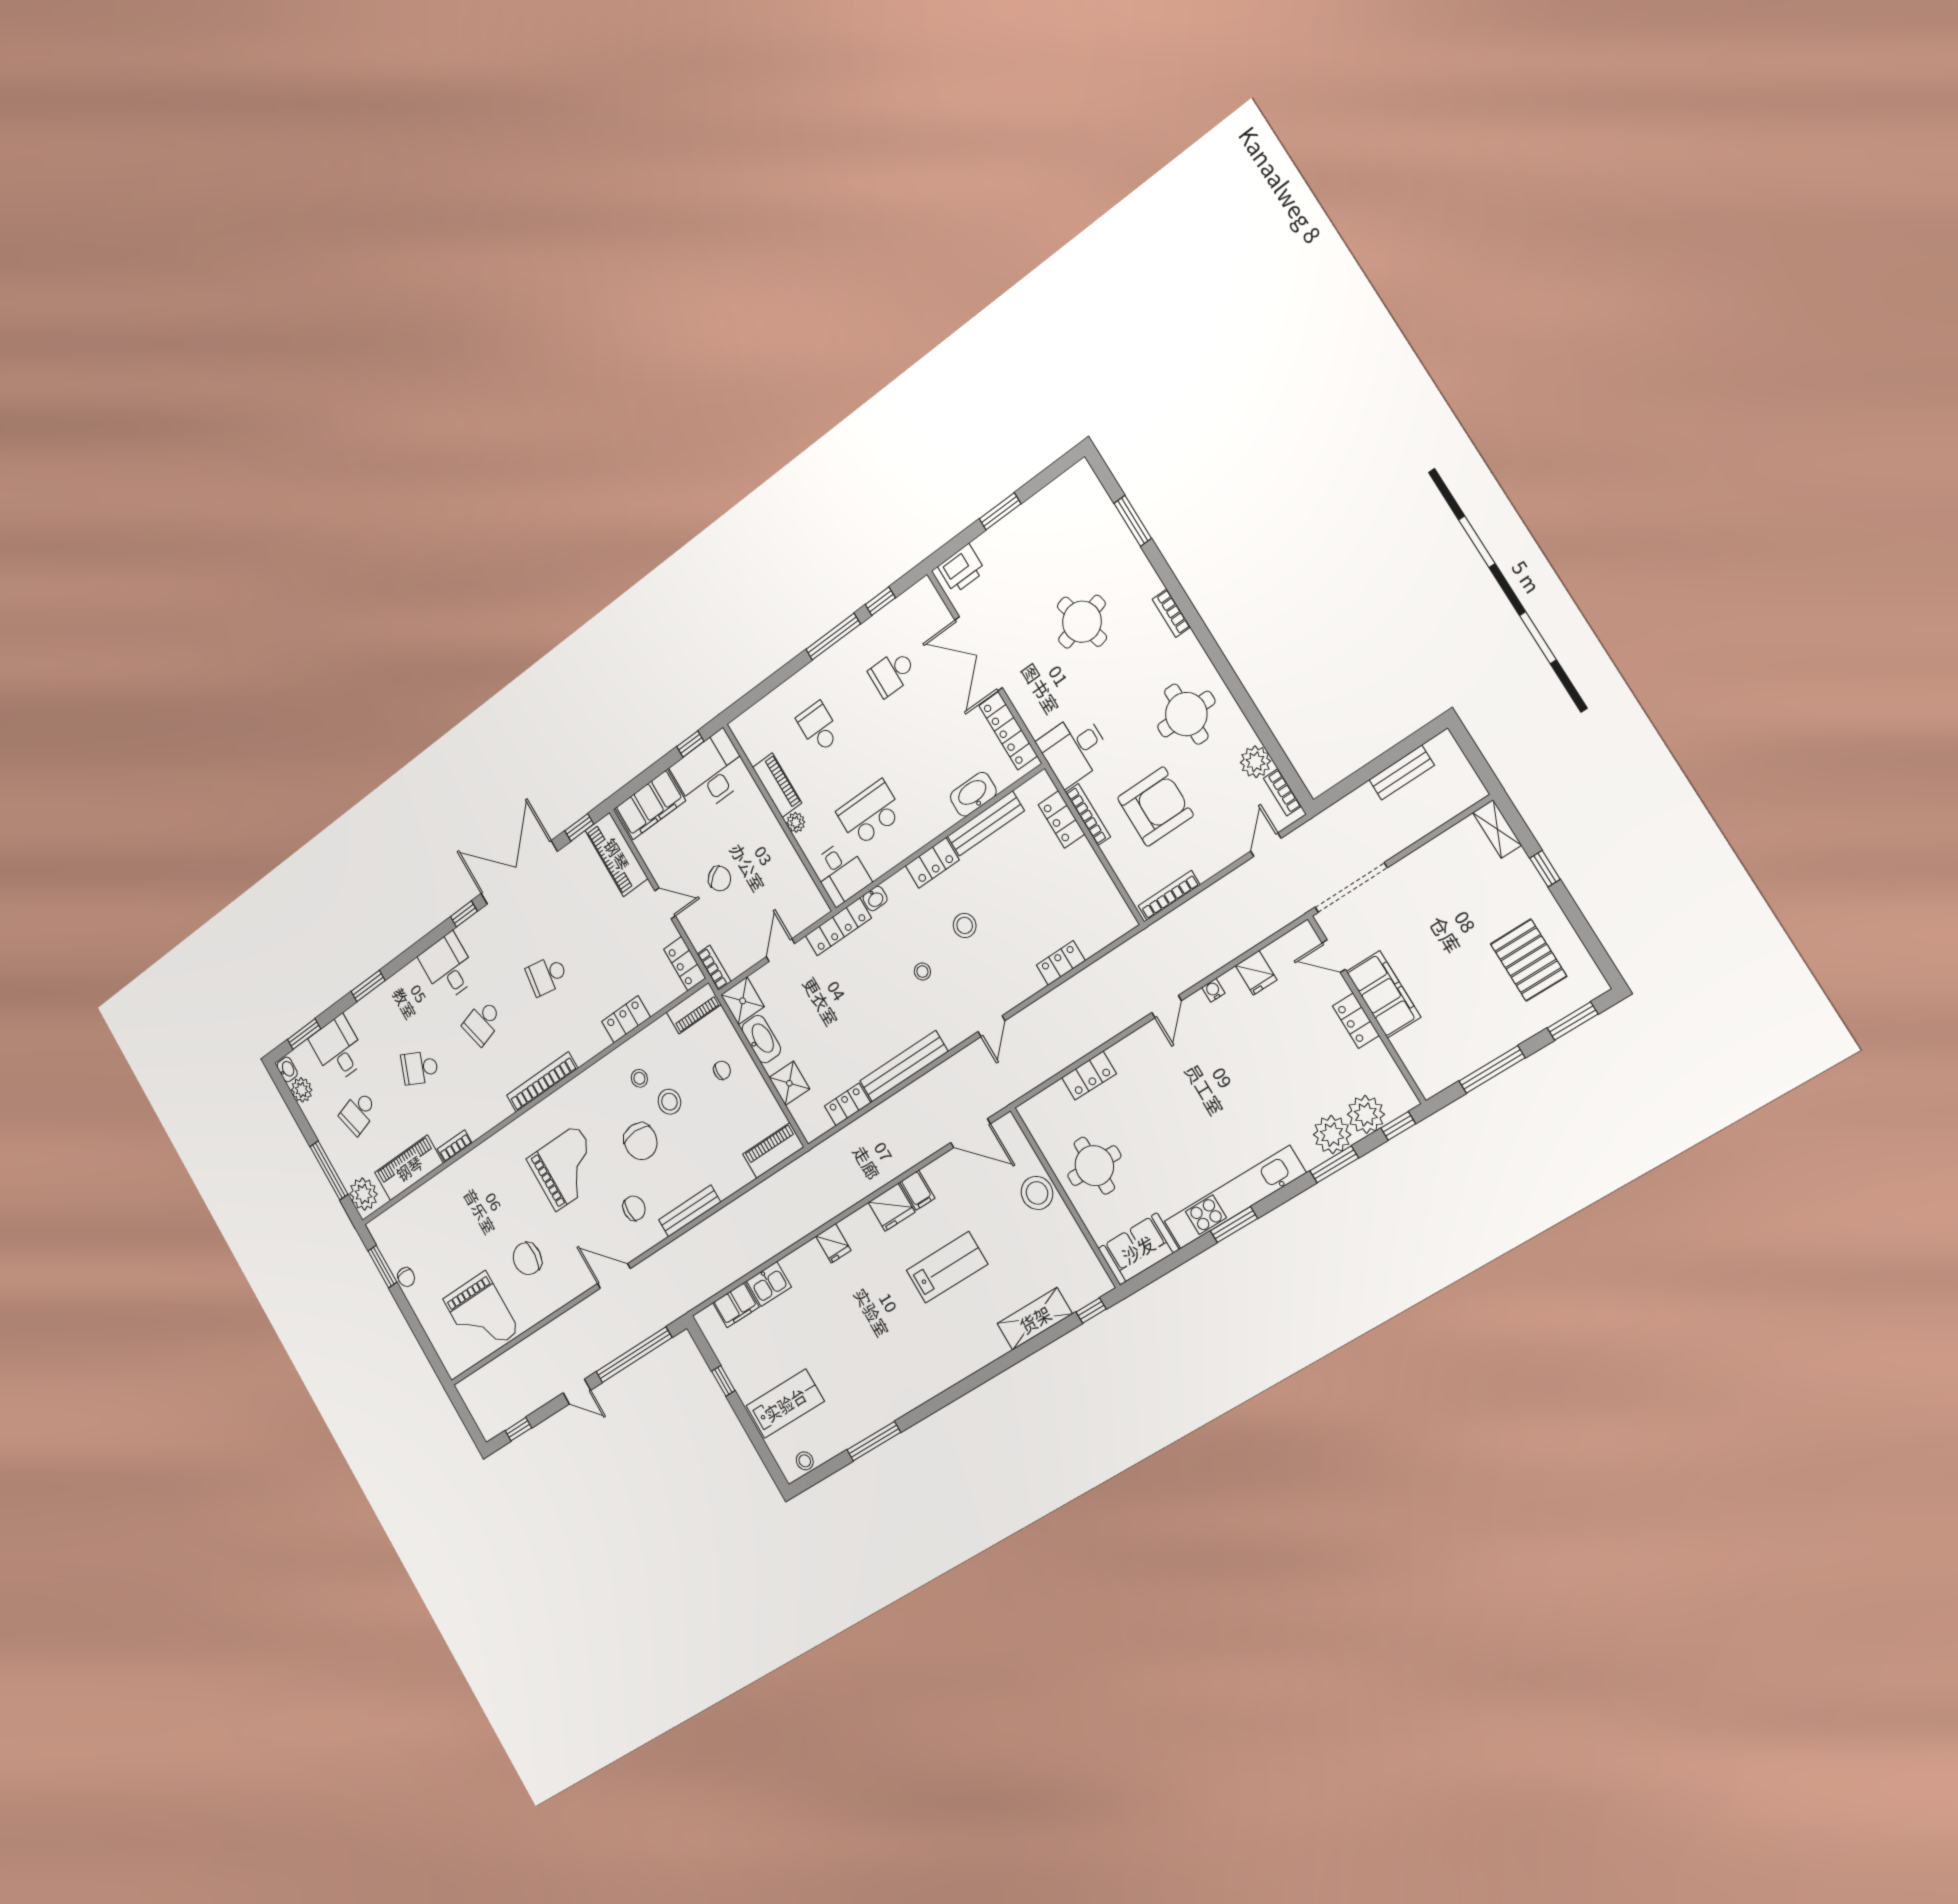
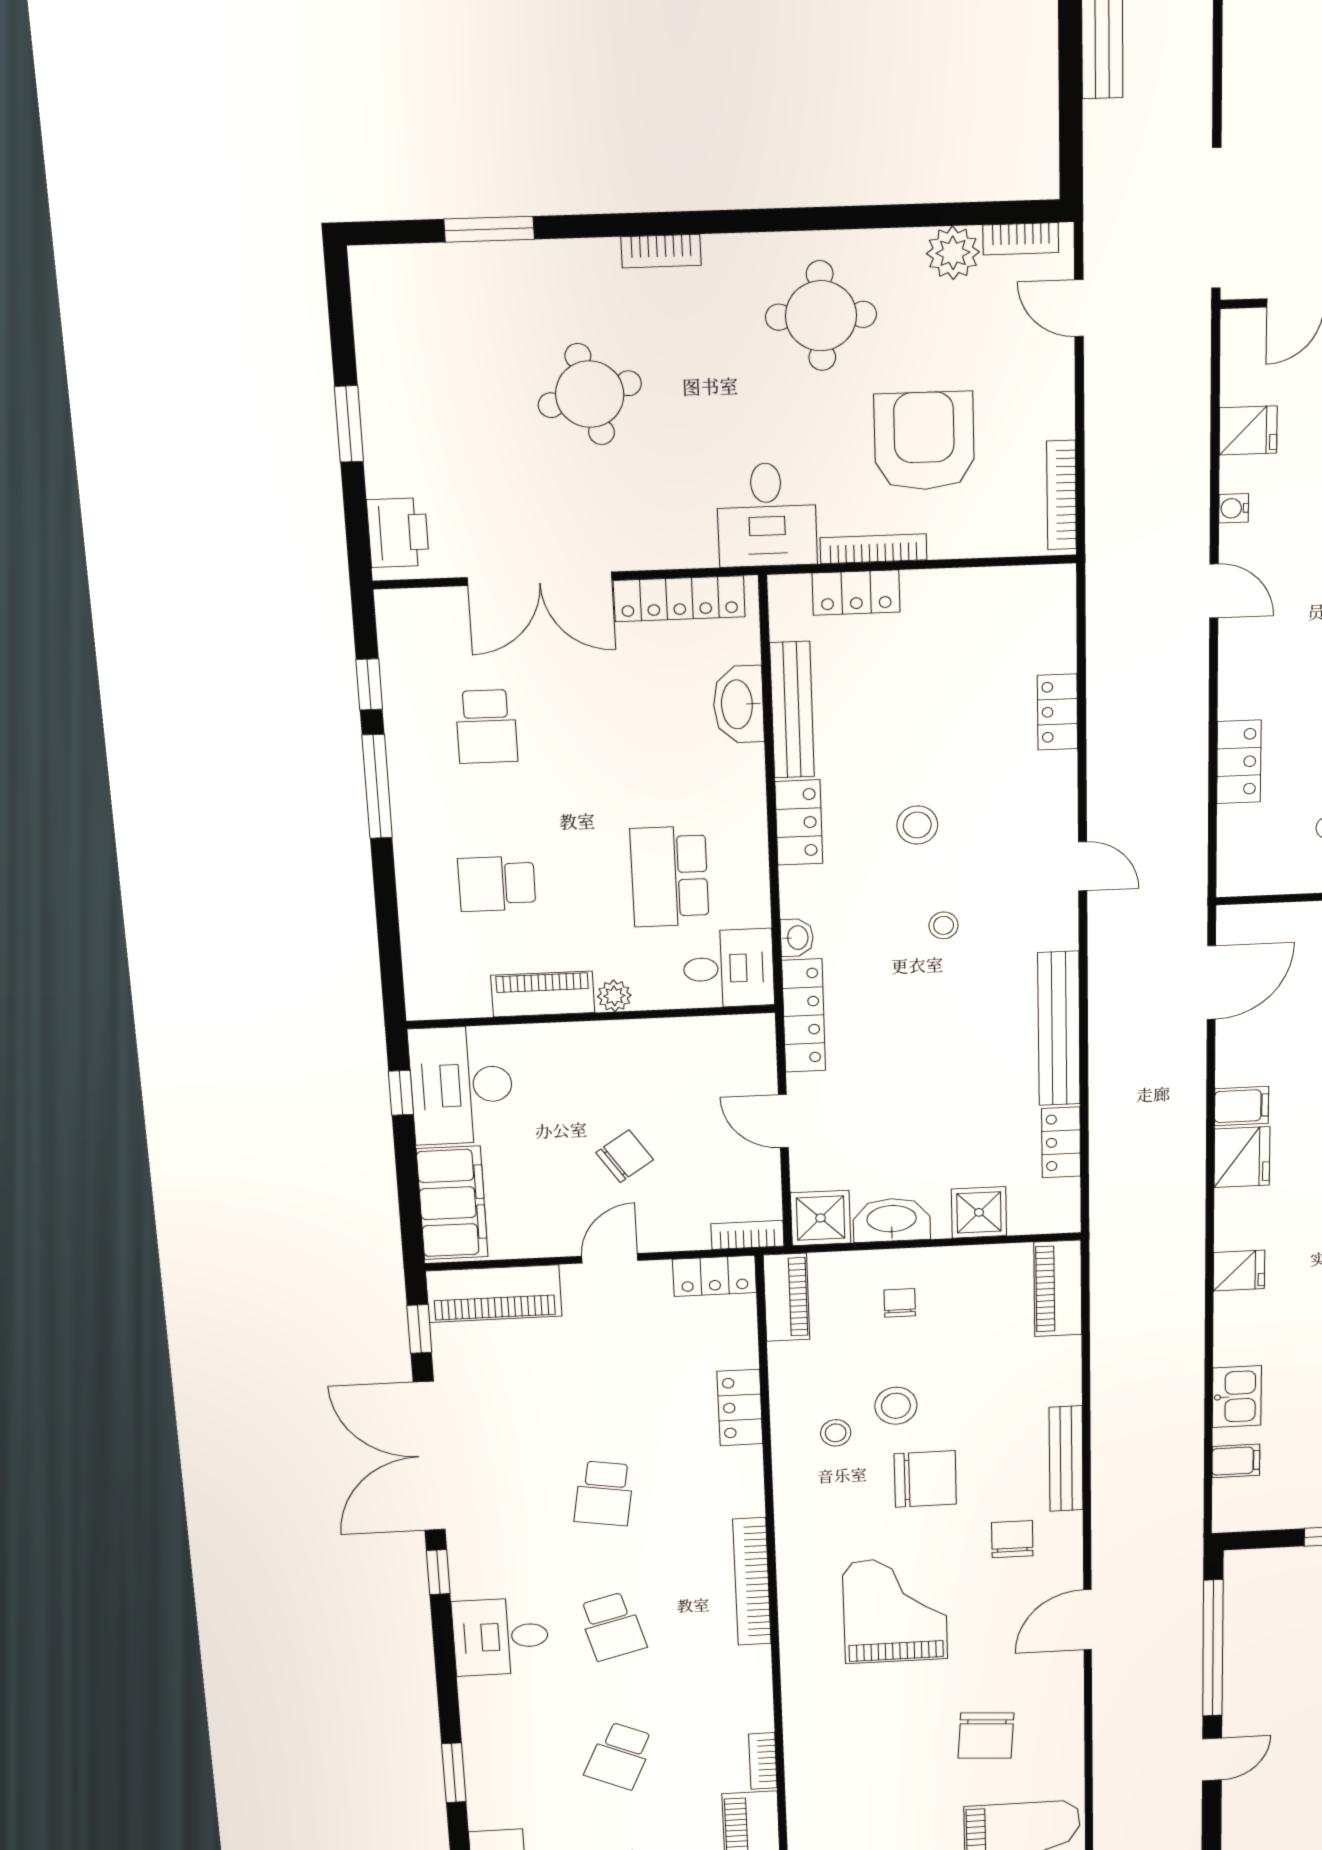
filing cabinet: (736, 1305) -> (1236, 1461), width x0.50

